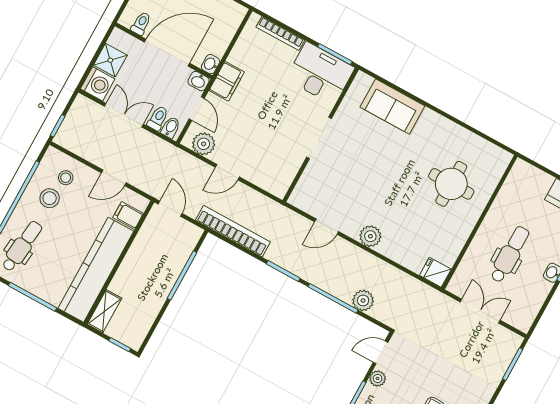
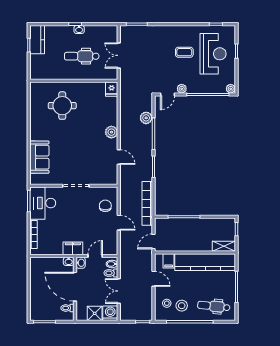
plant: (204, 144) -> (111, 243), removed
chair: (264, 166) -> (105, 206), added
door: (381, 352) -> (168, 95), hinge flipped

